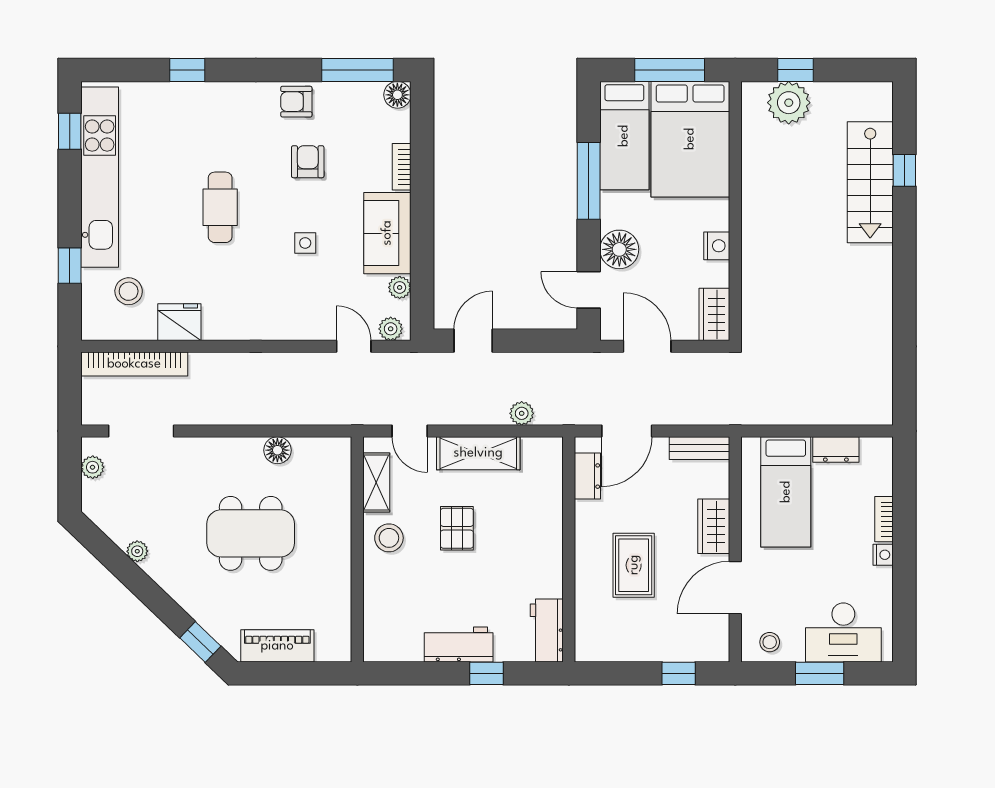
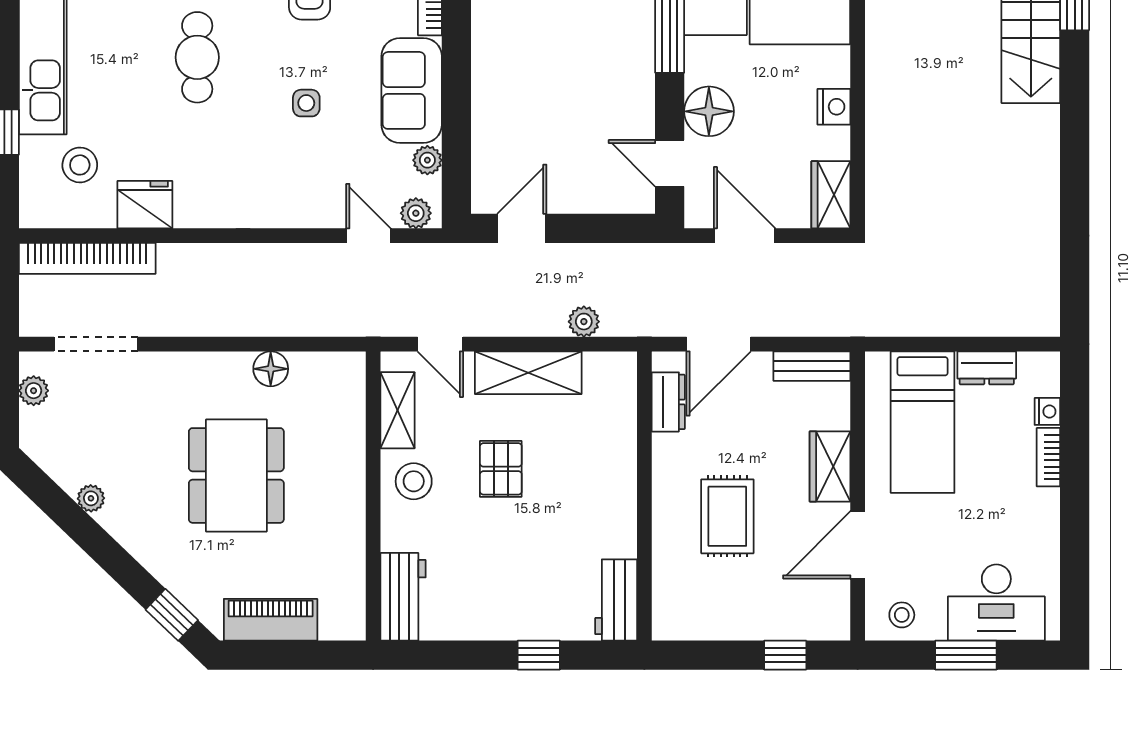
dining table: (251, 533) -> (236, 475), turned 90
nightstand: (883, 555) -> (1047, 411), moved
workbench: (459, 645) -> (403, 597), moved, turned 90

